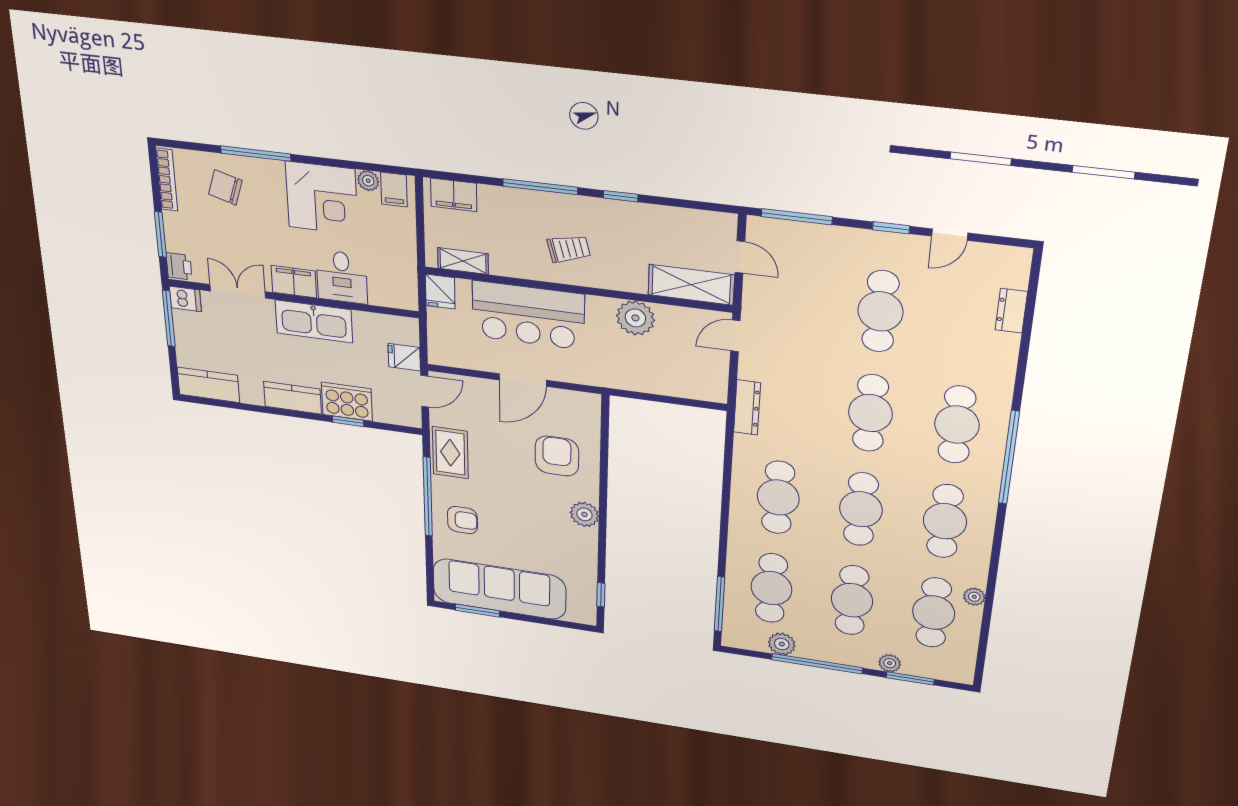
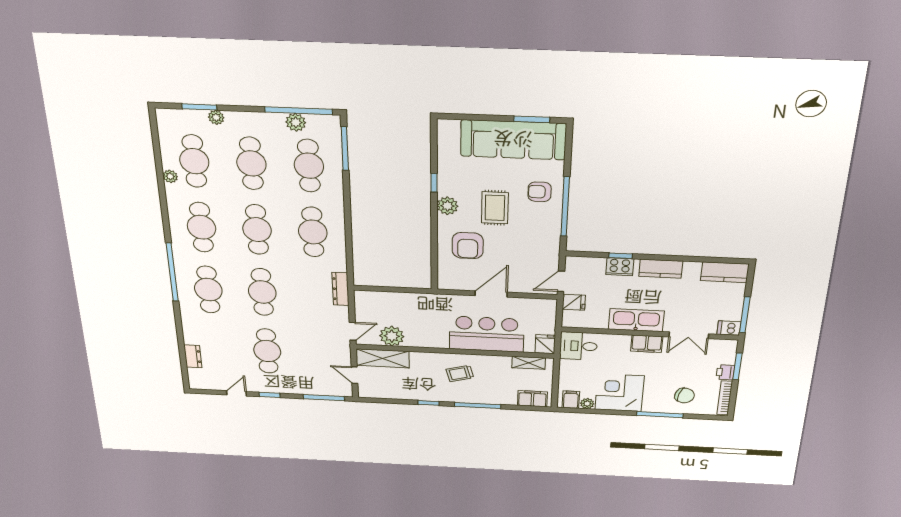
printer: (179, 266) -> (725, 372), moved
desk: (342, 277) -> (579, 346), moved, turned -90
plant: (635, 318) -> (392, 336), moved
cooker: (347, 402) -> (620, 267), width x0.73, depth x0.76
rug: (450, 453) -> (495, 208), moved
window: (601, 595) -> (434, 183), moved
window: (817, 664) -> (299, 111), moved

